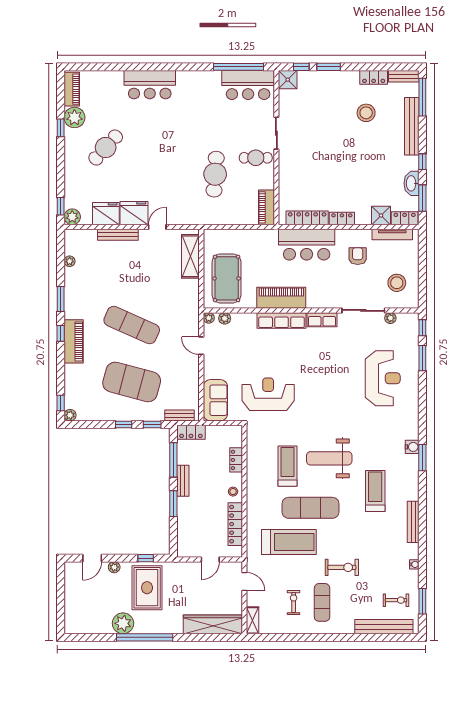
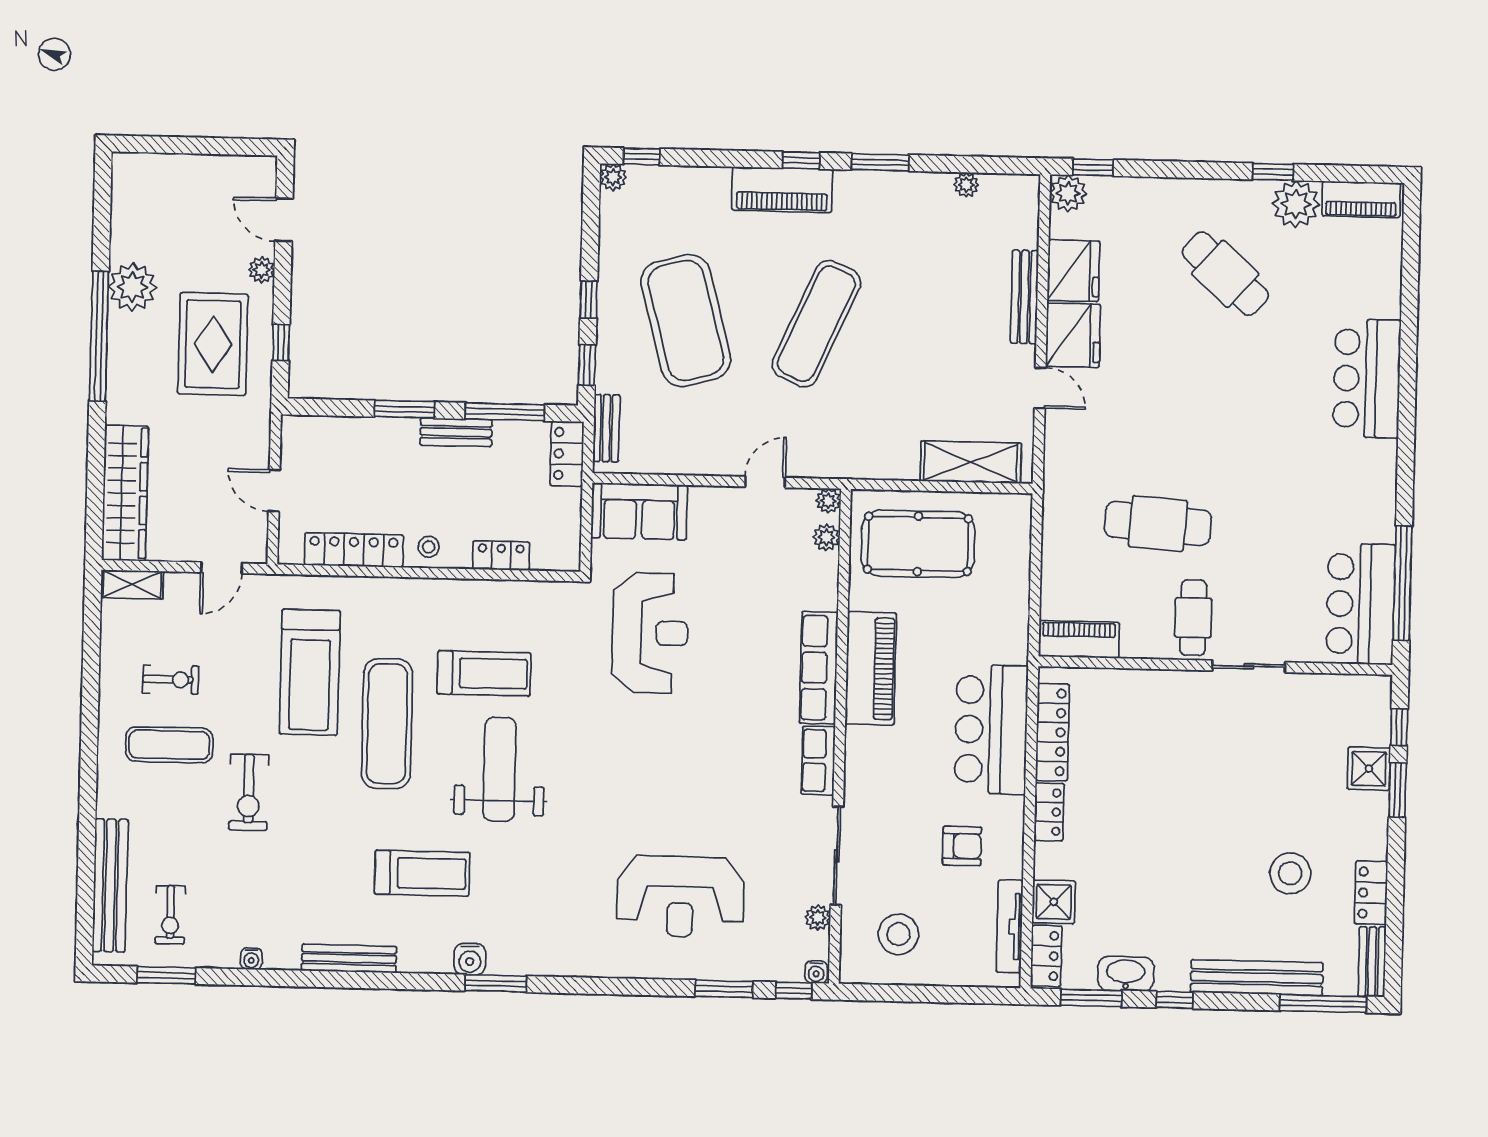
shower: (288, 80) -> (1369, 769), moved
water cooler: (414, 318) -> (816, 972), added
exercise mat: (132, 382) -> (686, 320), turned -30
water cooler: (412, 447) -> (470, 959), moved
rug: (147, 588) -> (213, 344), turned 90

